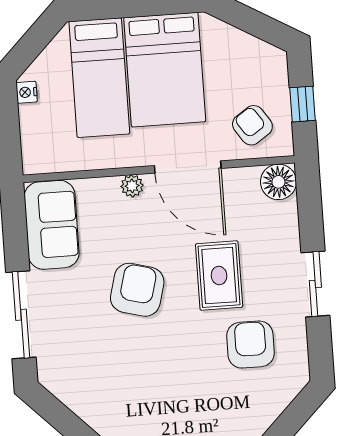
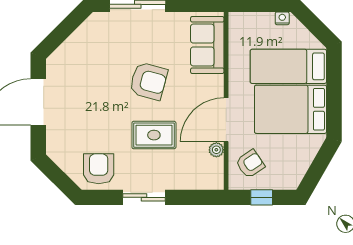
floor lamp: (278, 182) -> (212, 178), removed
plant: (132, 186) -> (216, 150), moved
sofa: (52, 225) -> (207, 45), moved, turned 90
armchair: (250, 345) -> (99, 169), moved, turned -90

